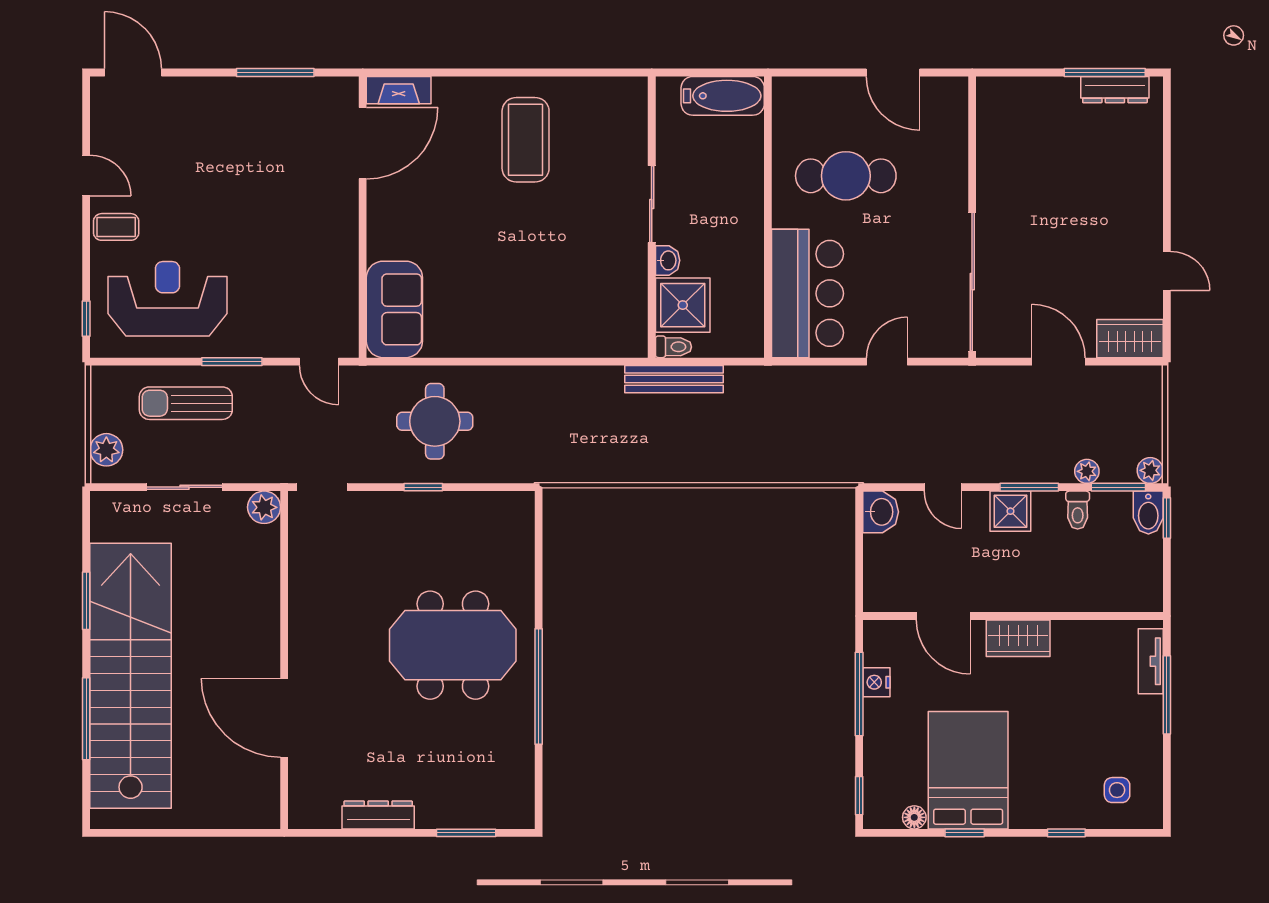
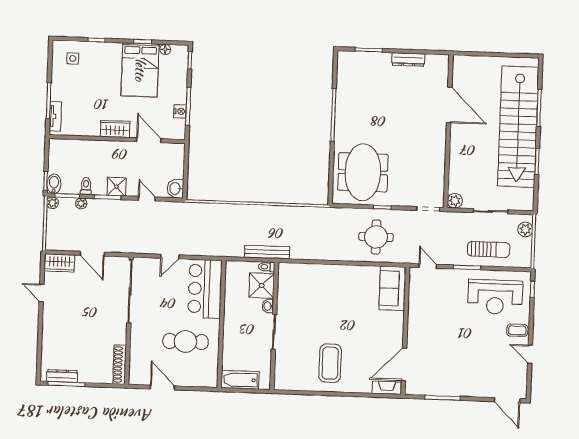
shoe rack: (989, 120) -> (120, 365), added
meeting table: (453, 645) -> (363, 172), moved, turned 90

